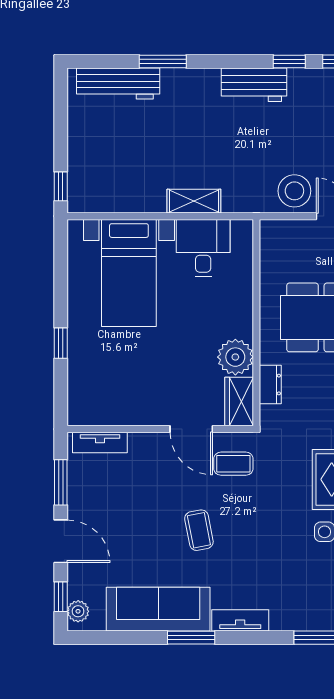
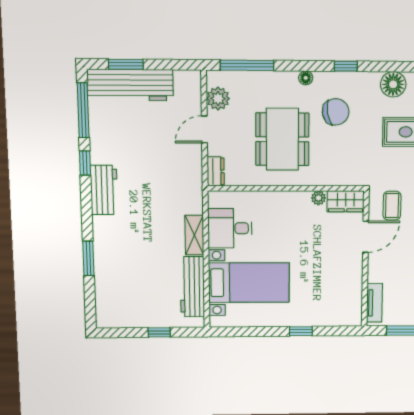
workbench: (118, 84) -> (192, 287), moved, turned 180
window: (61, 186) -> (159, 332), moved
stool: (294, 191) -> (185, 159), removed
plant: (235, 357) -> (319, 198), width x0.53, depth x0.53
dresser: (270, 385) -> (216, 171), moved, turned 90

